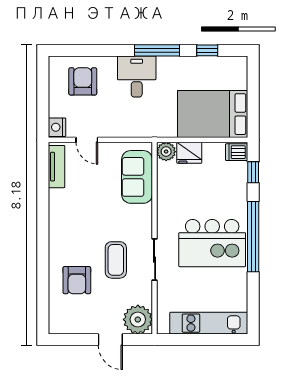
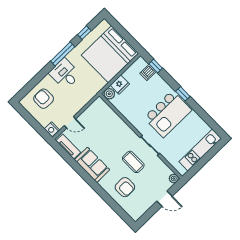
bed: (213, 114) -> (110, 54), width x1.36
dishwasher: (237, 152) -> (148, 72), moved
sofa: (137, 177) -> (92, 165), moved, turned 180
window: (253, 237) -> (183, 94), width x0.32
plant: (138, 320) -> (174, 178), width x0.53, depth x0.53

